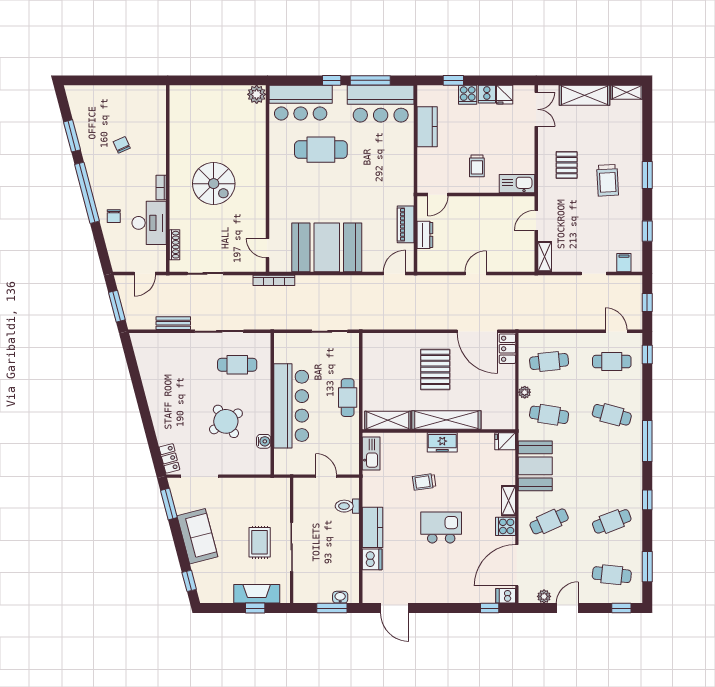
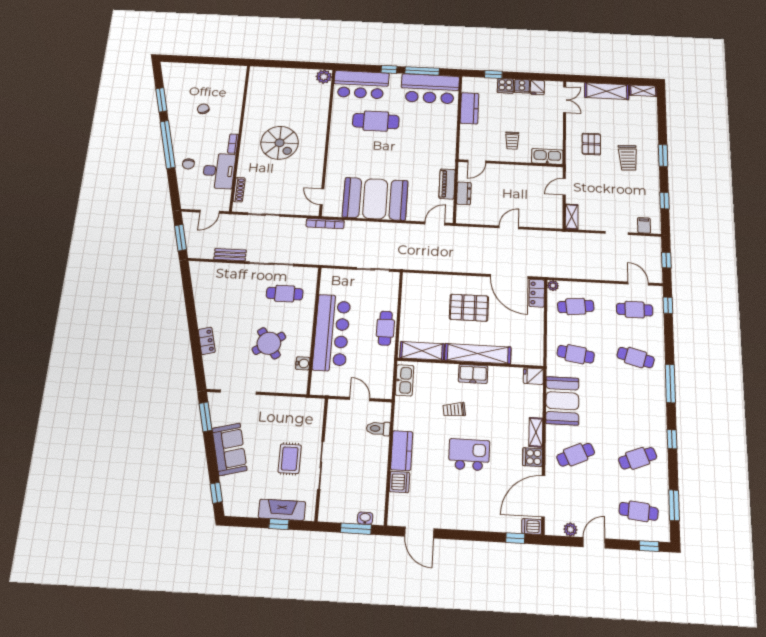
pallet: (435, 369) -> (469, 308), turned 90
plant: (525, 392) -> (553, 286), moved
locker: (169, 458) -> (207, 341), moved

